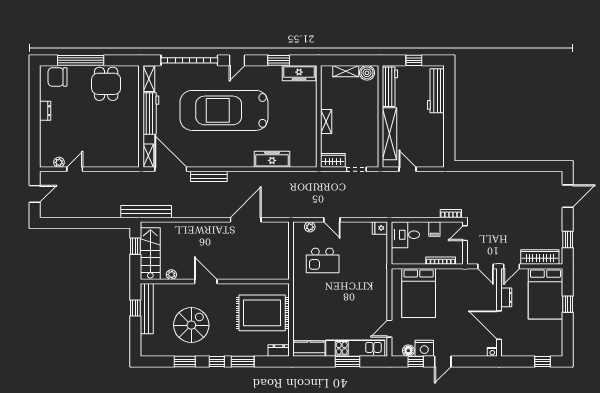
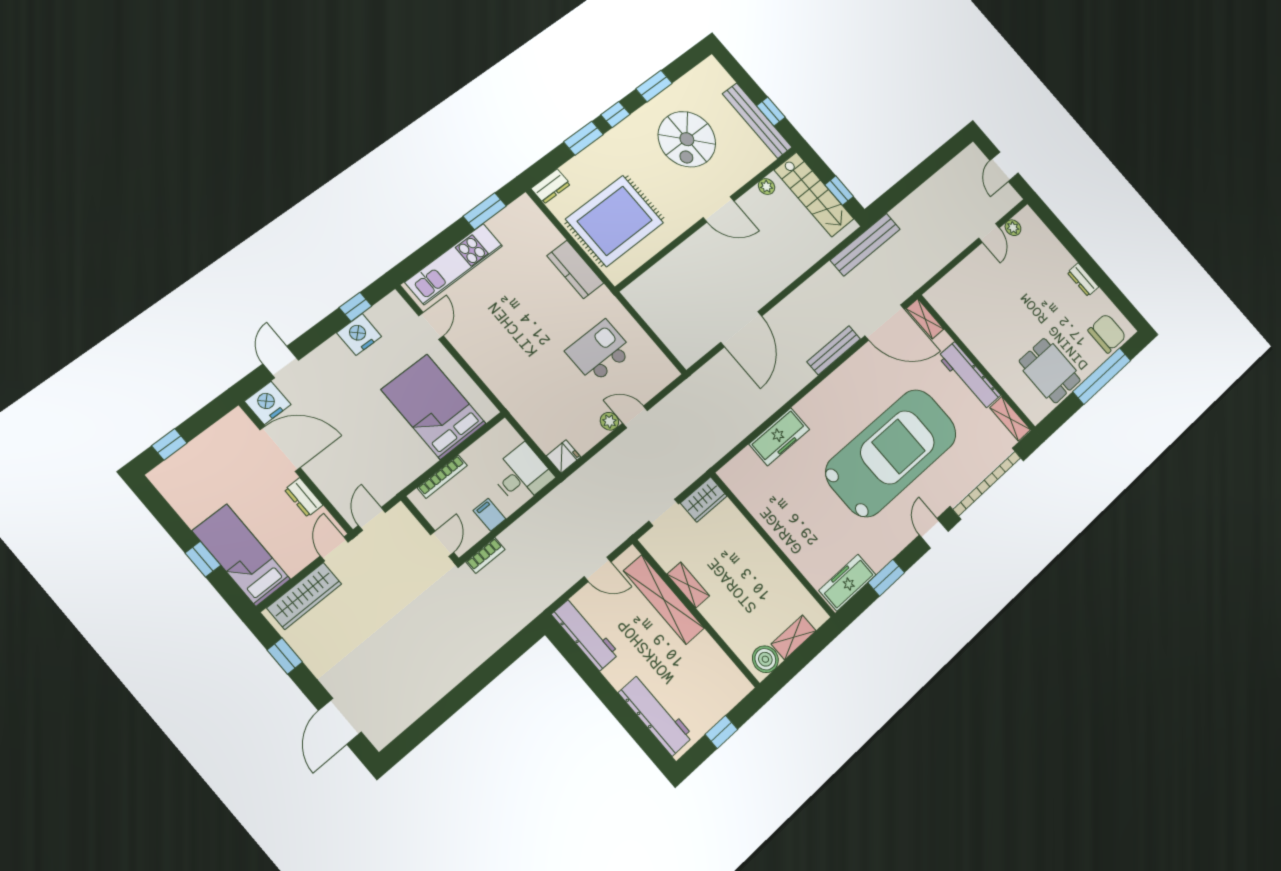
workbench: (390, 87) -> (585, 634), moved, turned 180
shelving: (326, 121) -> (688, 585), moved
plant: (310, 227) -> (609, 421), moved
door: (486, 266) -> (372, 519), hinge flipped
bed: (545, 294) -> (241, 555), width x0.67
kitchen counter: (309, 349) -> (575, 269), moved, turned 90
floor lamp: (408, 351) -> (379, 315), removed
nightstand: (492, 352) -> (268, 403), width x1.89, depth x1.79
window: (348, 362) -> (485, 211), moved
door: (443, 362) -> (281, 362), moved

